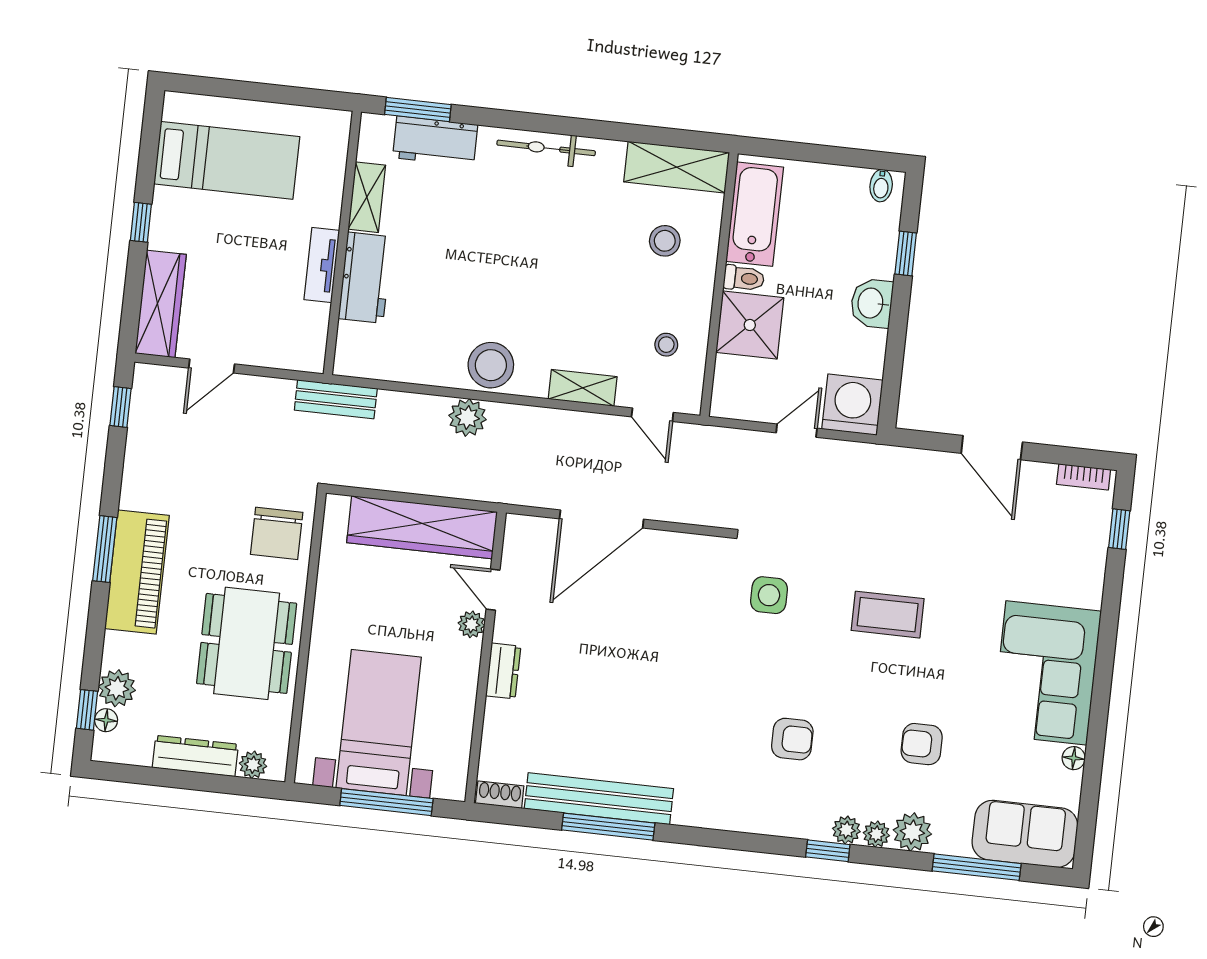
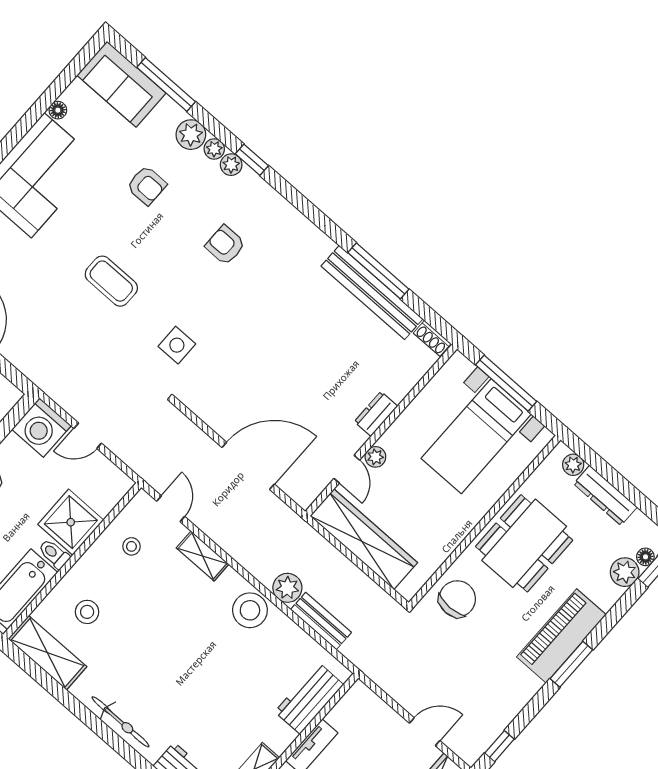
workbench: (365, 278) -> (309, 698), moved
bench: (336, 399) -> (321, 621), moved

